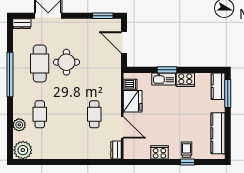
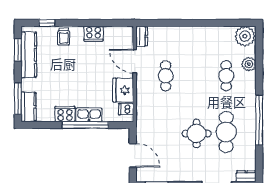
window: (167, 70) -> (85, 125), width x2.11
window: (228, 138) -> (18, 50), added
window: (187, 162) -> (47, 23), moved

